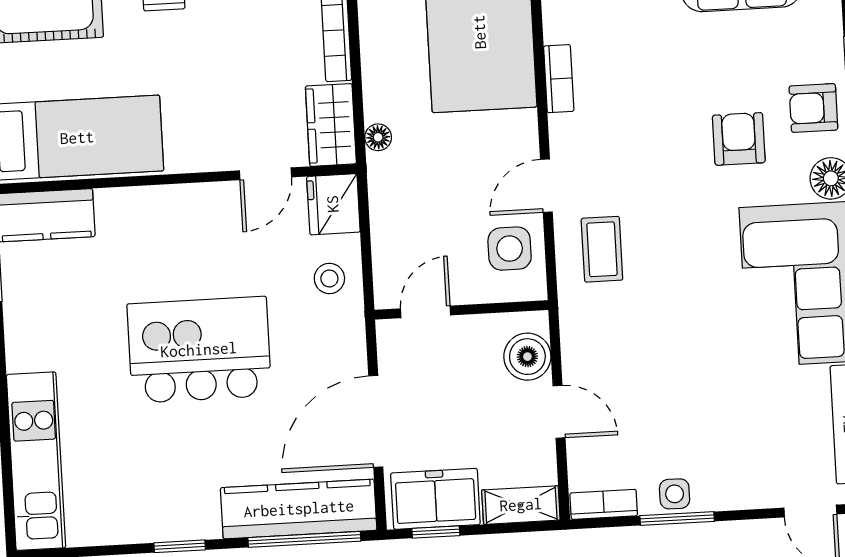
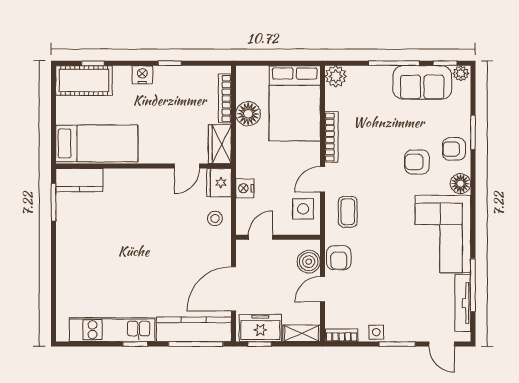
bookcase: (559, 79) -> (331, 137), width x1.56
floor lamp: (378, 137) -> (248, 114), moved, width x1.89, depth x1.89
armchair: (739, 139) -> (417, 162), turned -90
nightstand: (387, 213) -> (245, 188), added
armchair: (589, 345) -> (339, 258), added
kitchen island: (199, 350) -> (150, 249), removed
door: (559, 412) -> (323, 289), swing flipped
kitchen unit: (36, 461) -> (112, 330), moved, turned -90
window: (677, 518) -> (397, 344), moved

